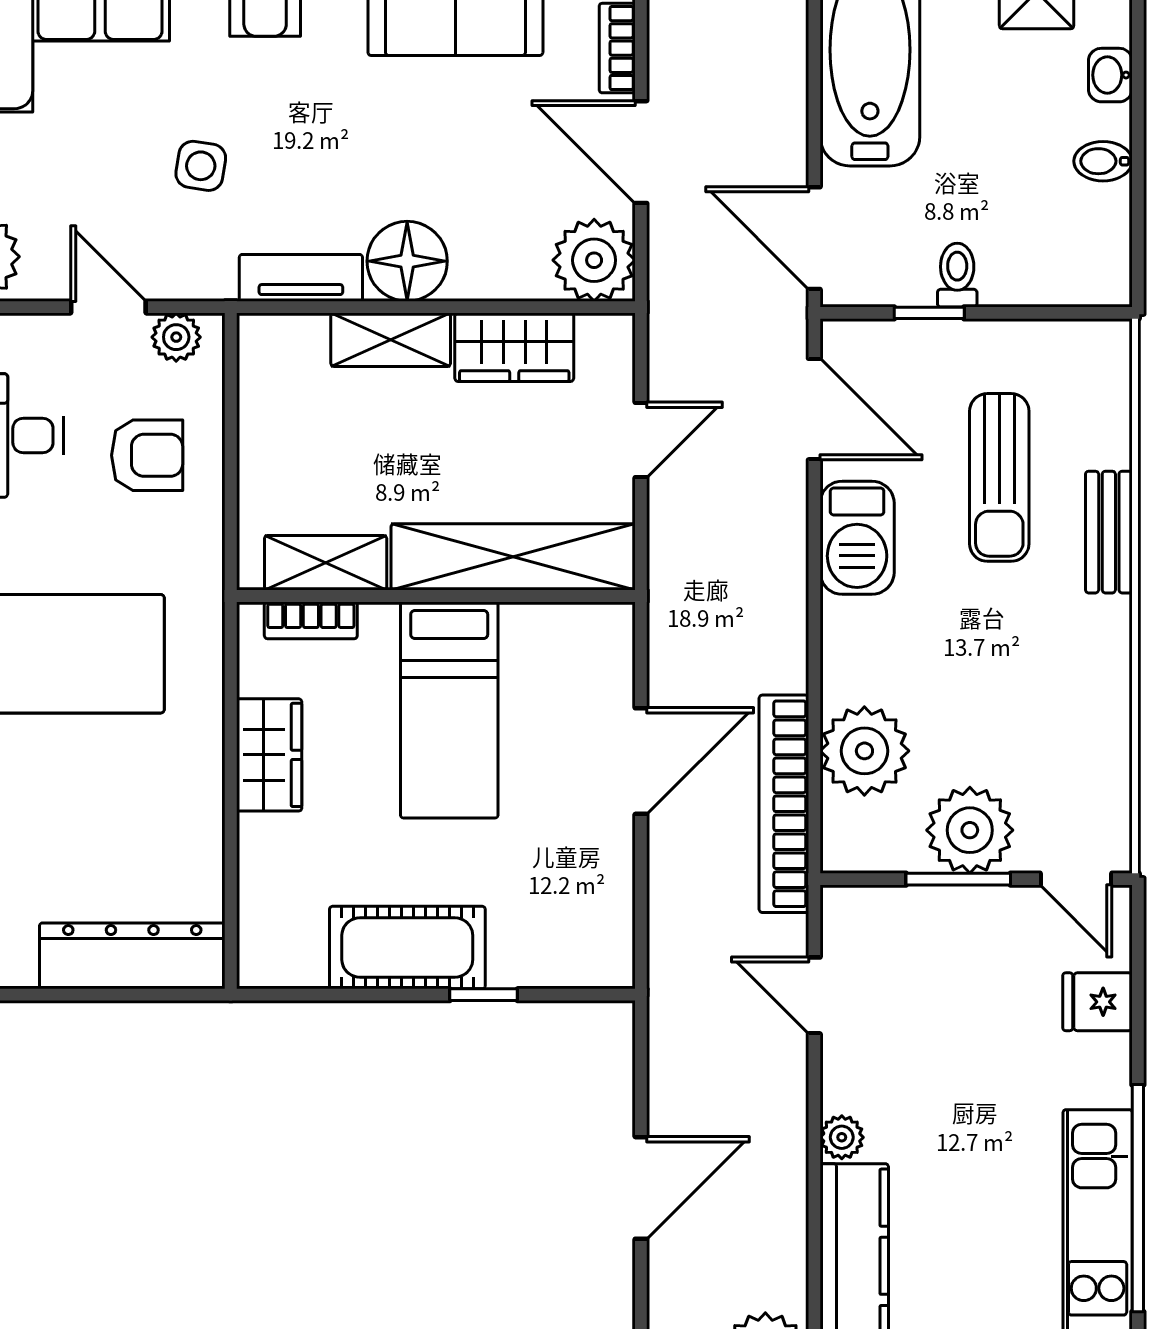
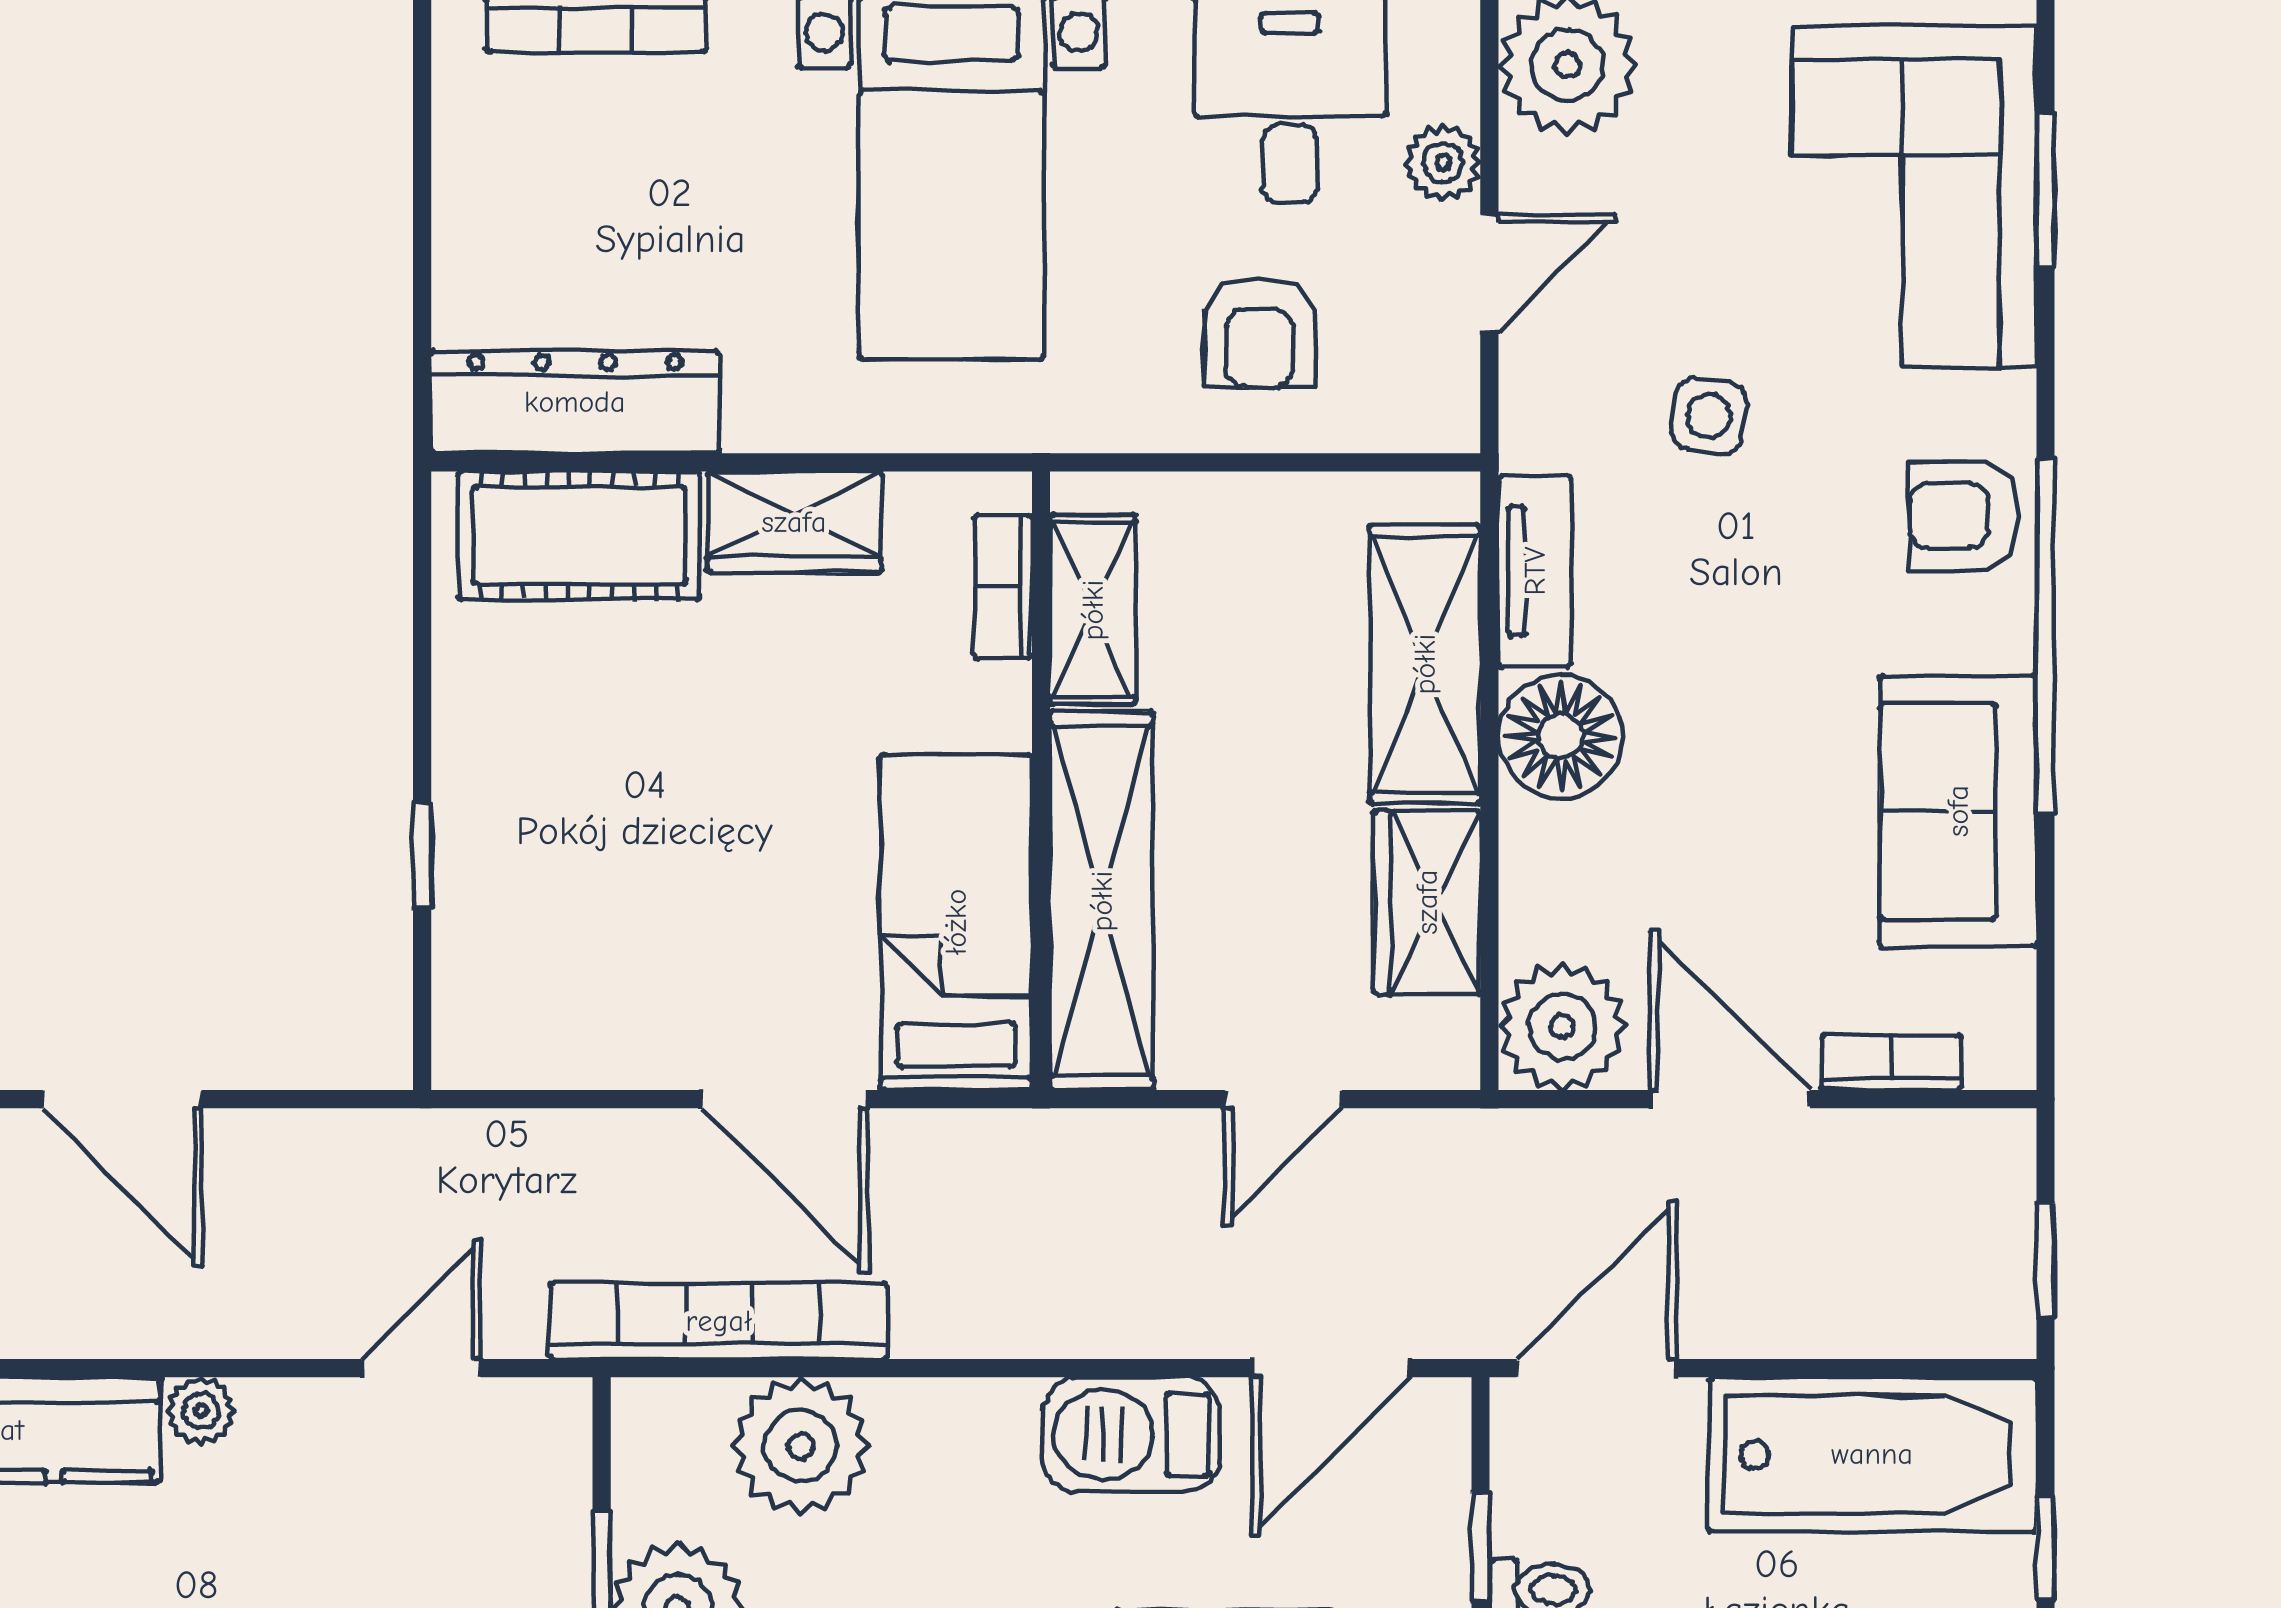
door: (641, 152) -> (1730, 1099), hinge flipped
plant: (176, 337) -> (1443, 163), moved
shelving: (391, 340) -> (1425, 664), width x1.50, depth x1.33
door: (641, 440) -> (1283, 1099), hinge flipped
bed: (449, 710) -> (956, 922), moved, turned 90
cot: (407, 948) -> (579, 536), moved, turned 90
dresser: (132, 956) -> (575, 402), moved, turned -90

